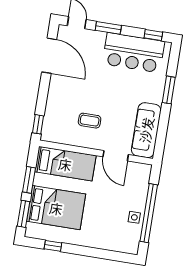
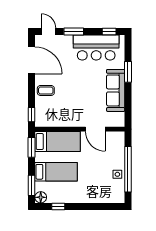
coffee table: (90, 121) -> (46, 90), moved
sofa: (146, 130) -> (116, 90), moved
window: (29, 180) -> (32, 147), moved
bed: (56, 208) -> (56, 172), width x0.67
floor lamp: (33, 231) -> (41, 197), added

